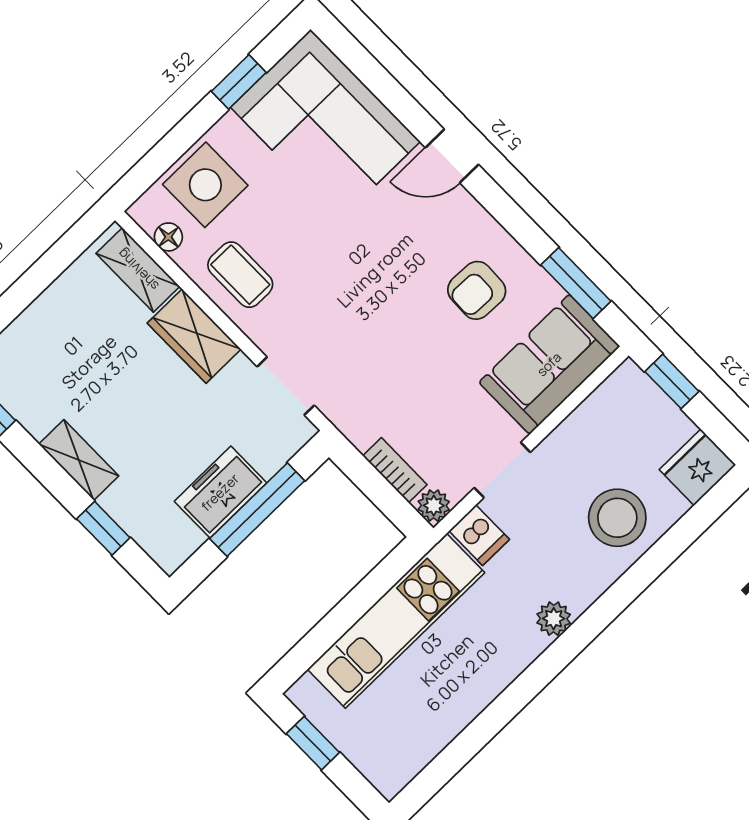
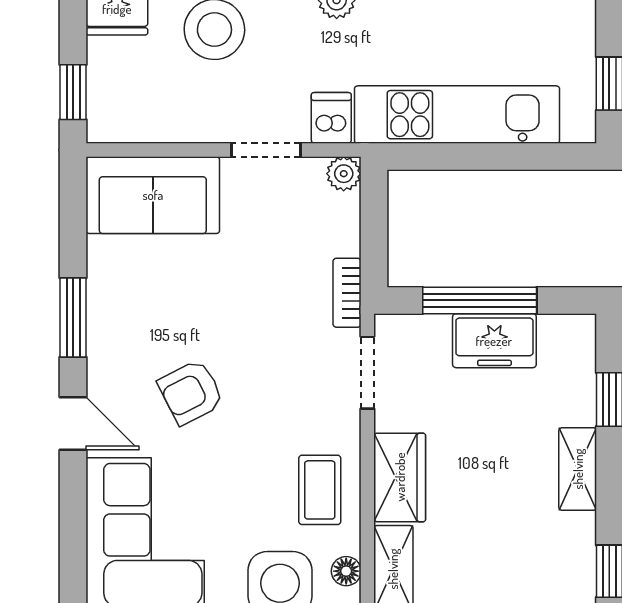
window: (576, 283) -> (73, 317), moved
armchair: (477, 290) -> (191, 392), moved, turned 151
bookcase: (395, 470) -> (347, 293), moved

